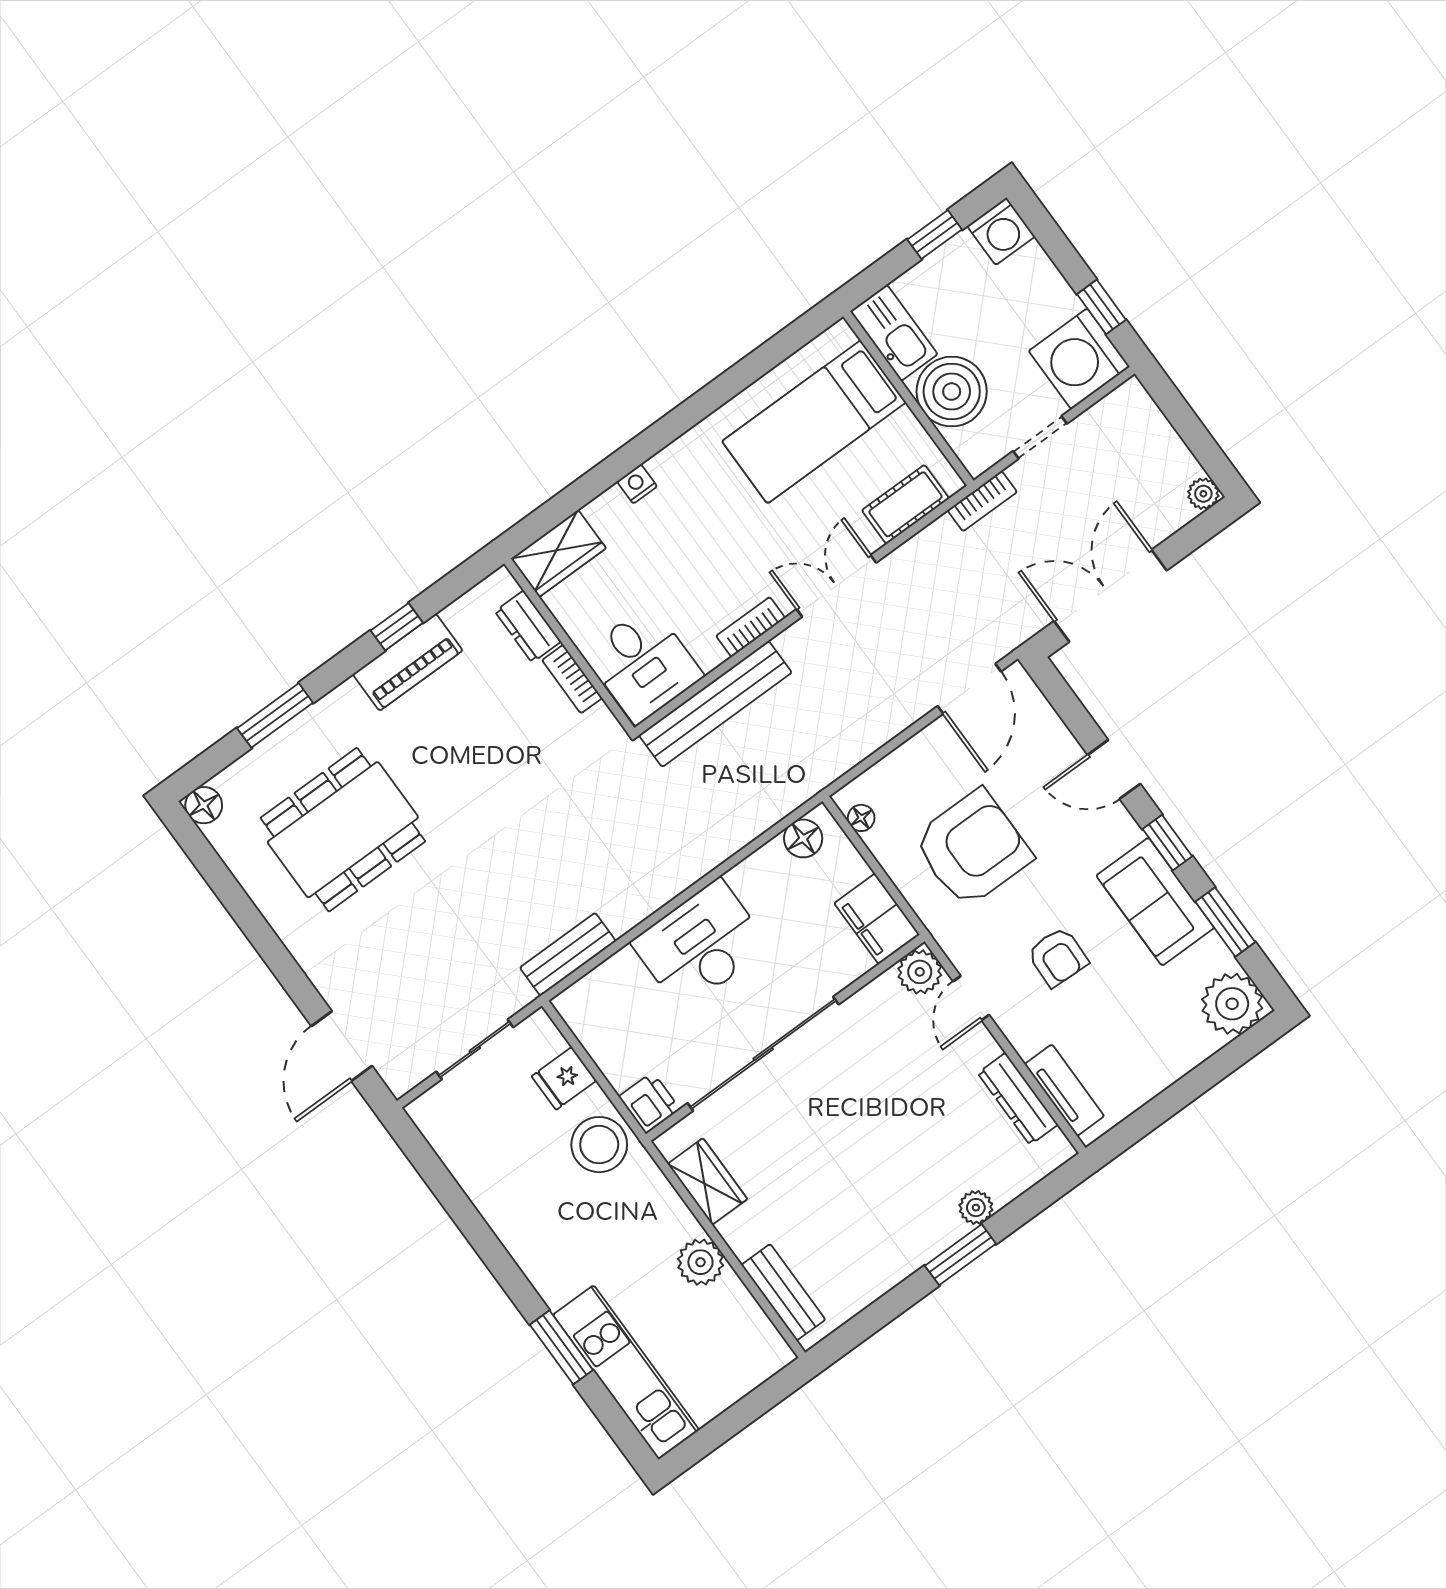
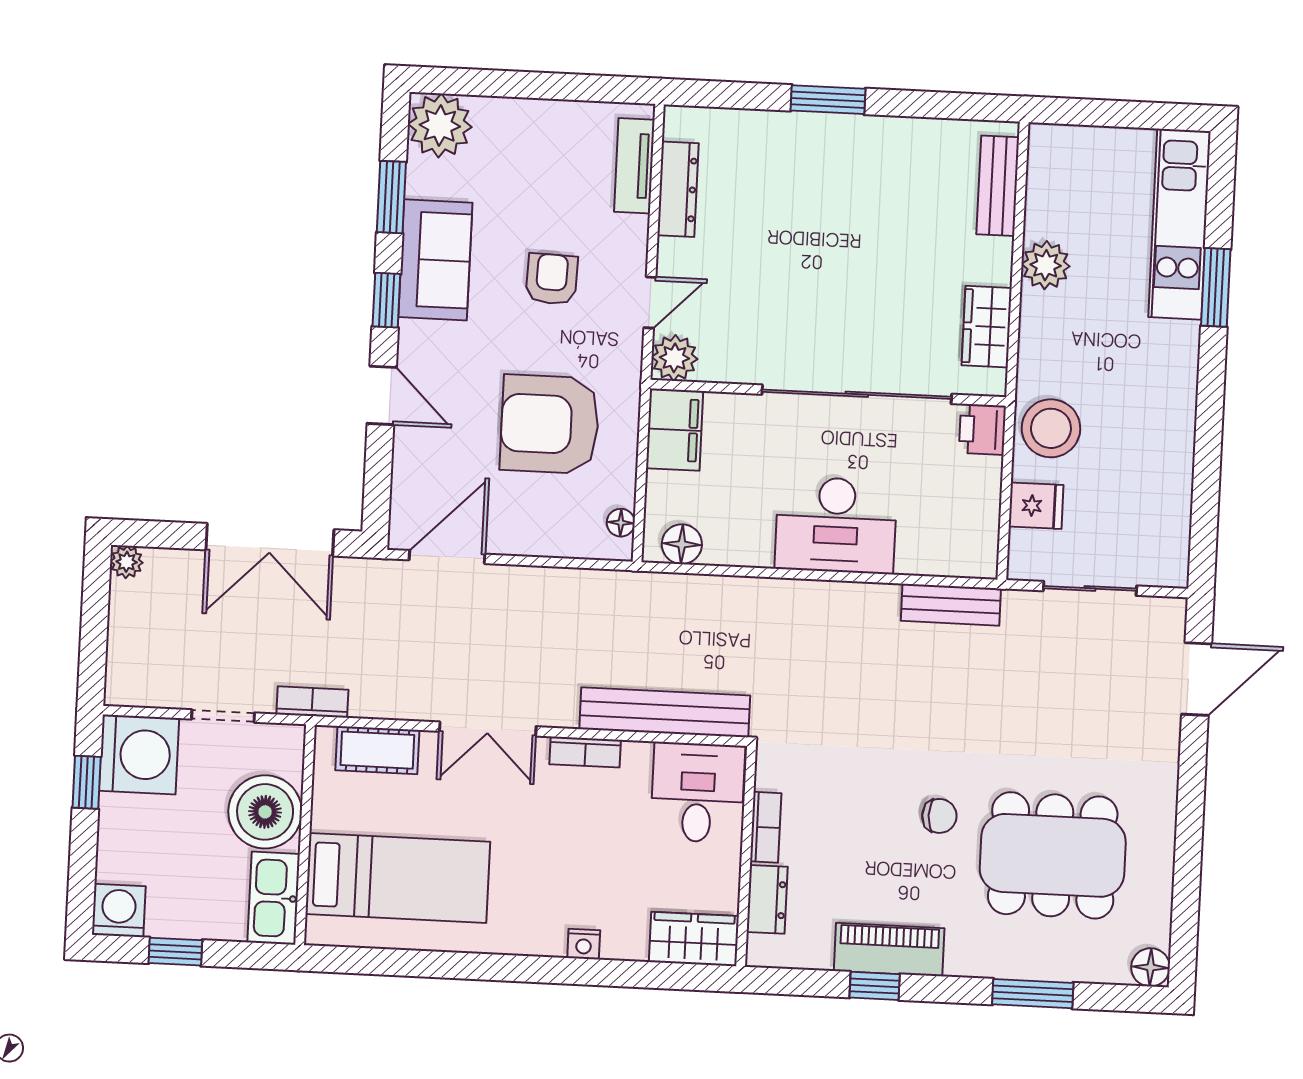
chair: (450, 791) -> (939, 816), added
plant: (976, 1208) -> (784, 128), removed

